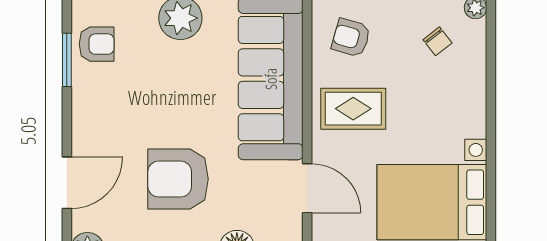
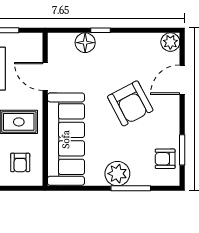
armchair: (351, 38) -> (20, 162), turned 74
armchair: (178, 179) -> (130, 103), moved, turned 62

